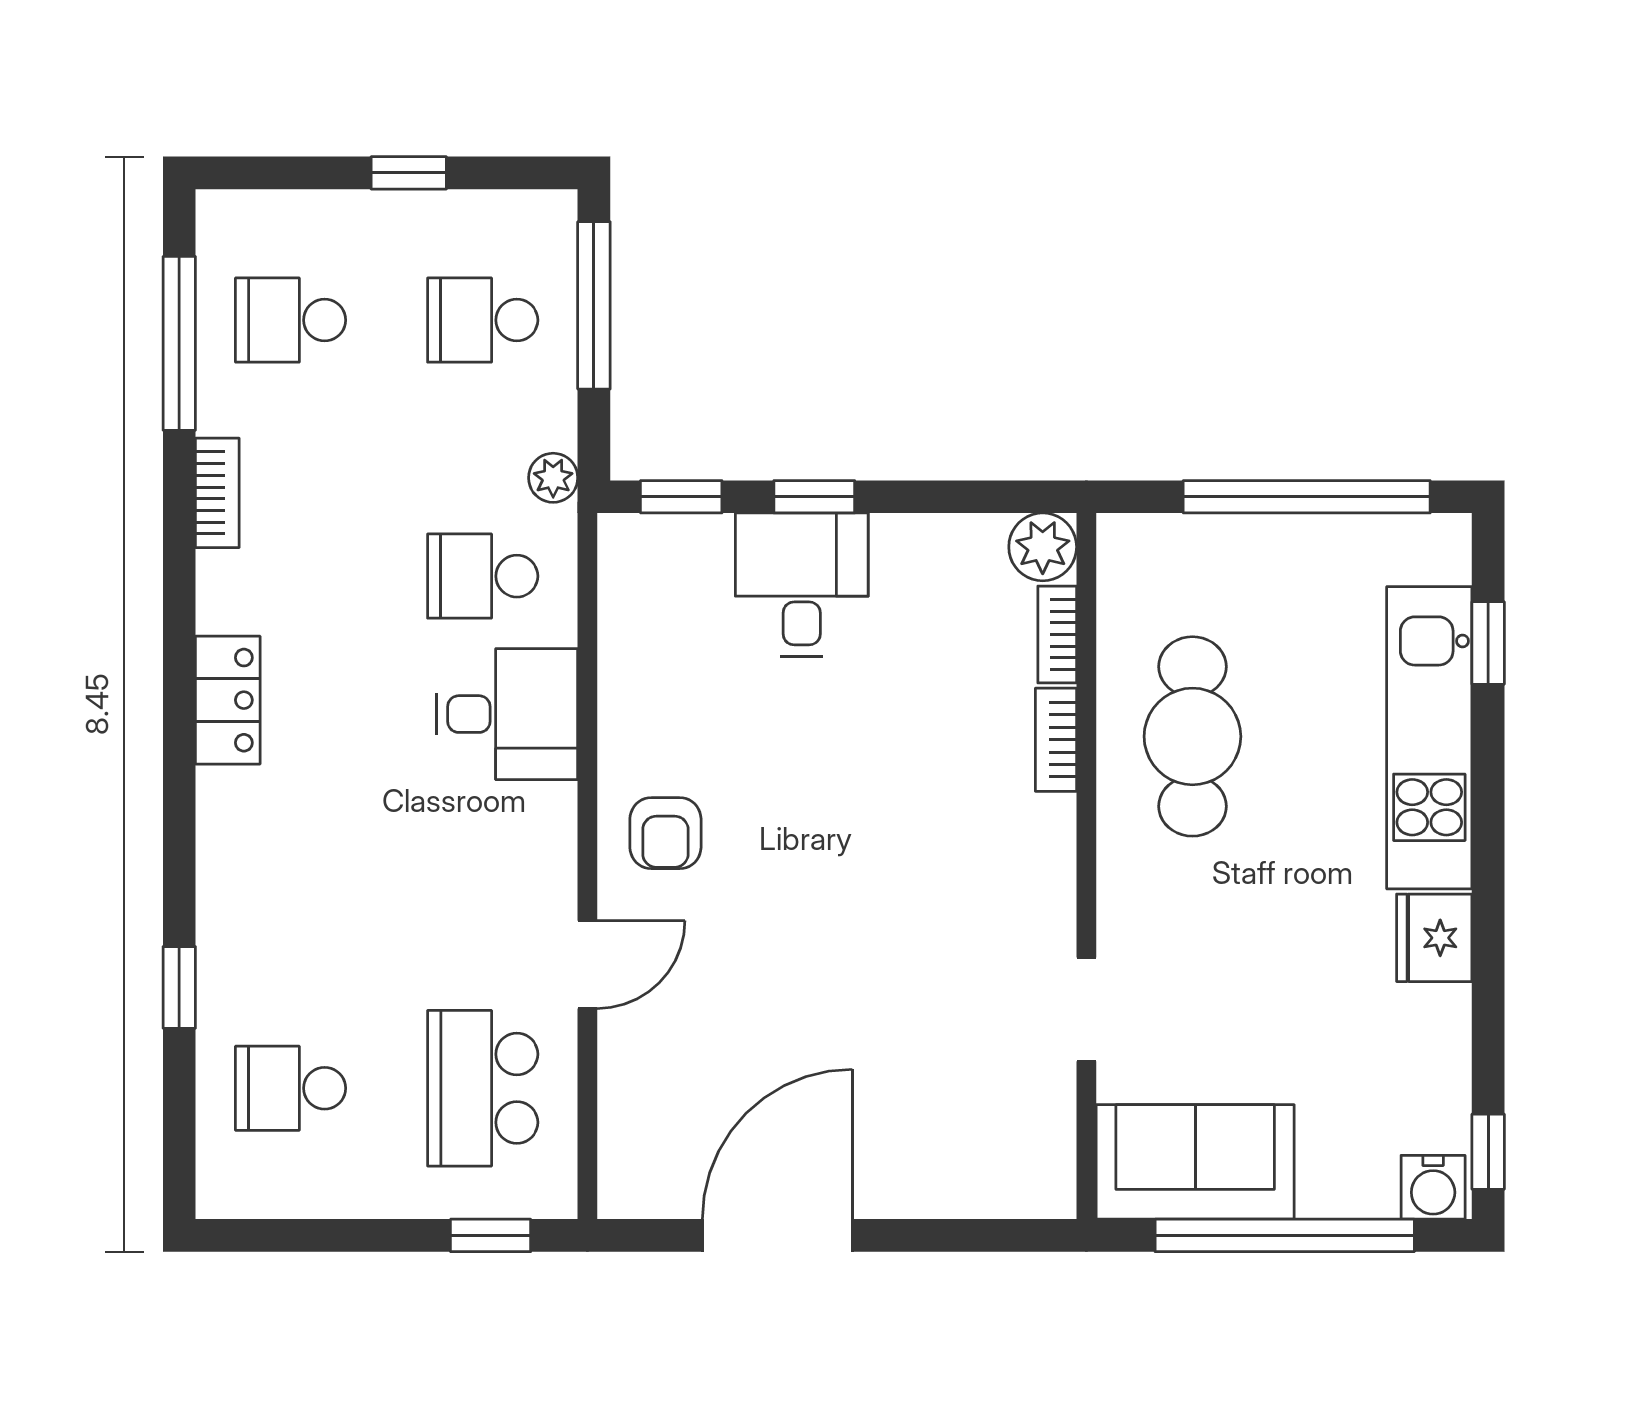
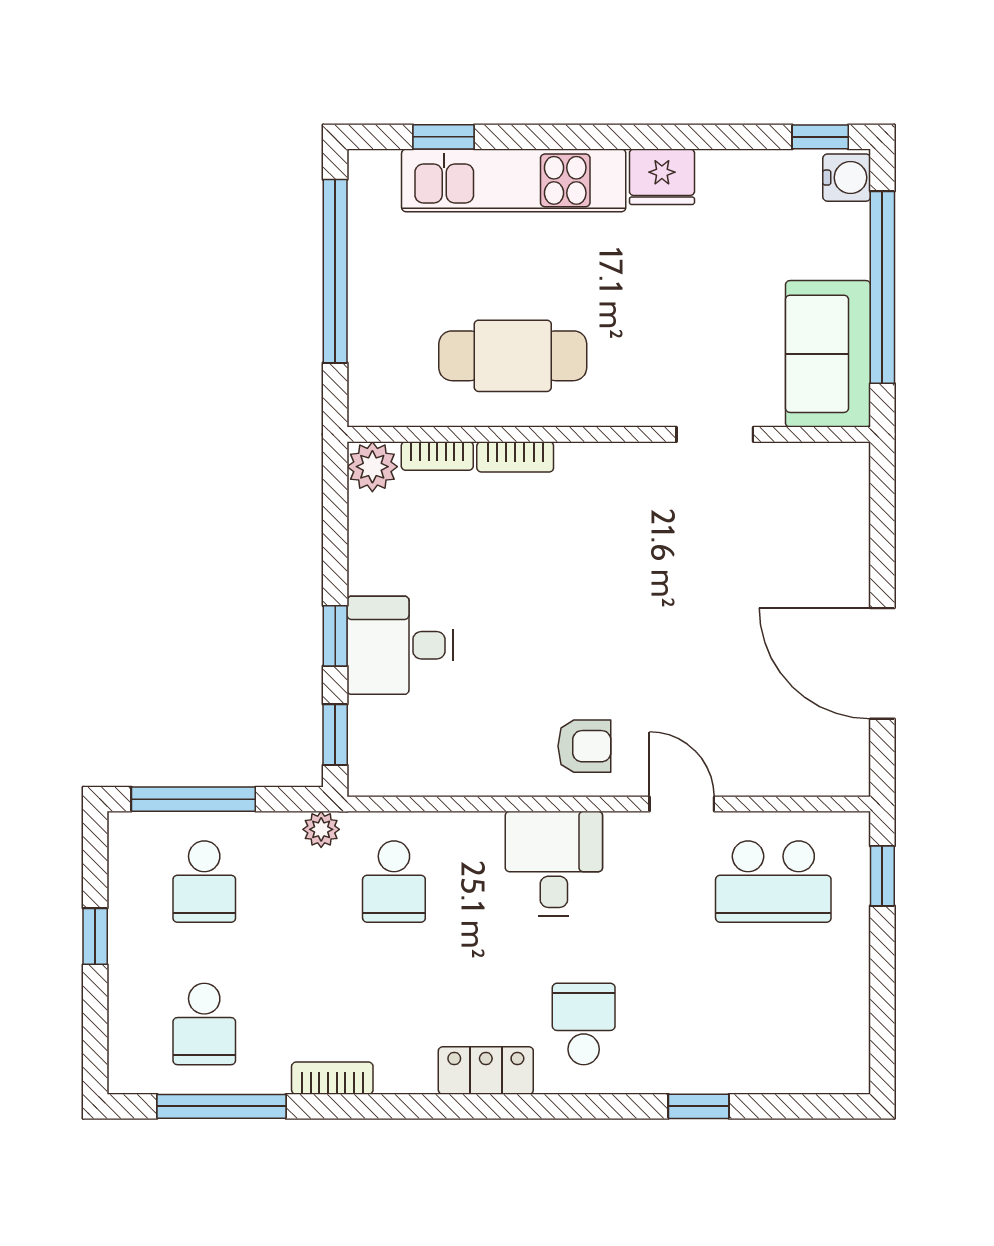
desk: (507, 714) -> (554, 864), moved
school desk: (290, 1088) -> (584, 1024), moved, turned 180

